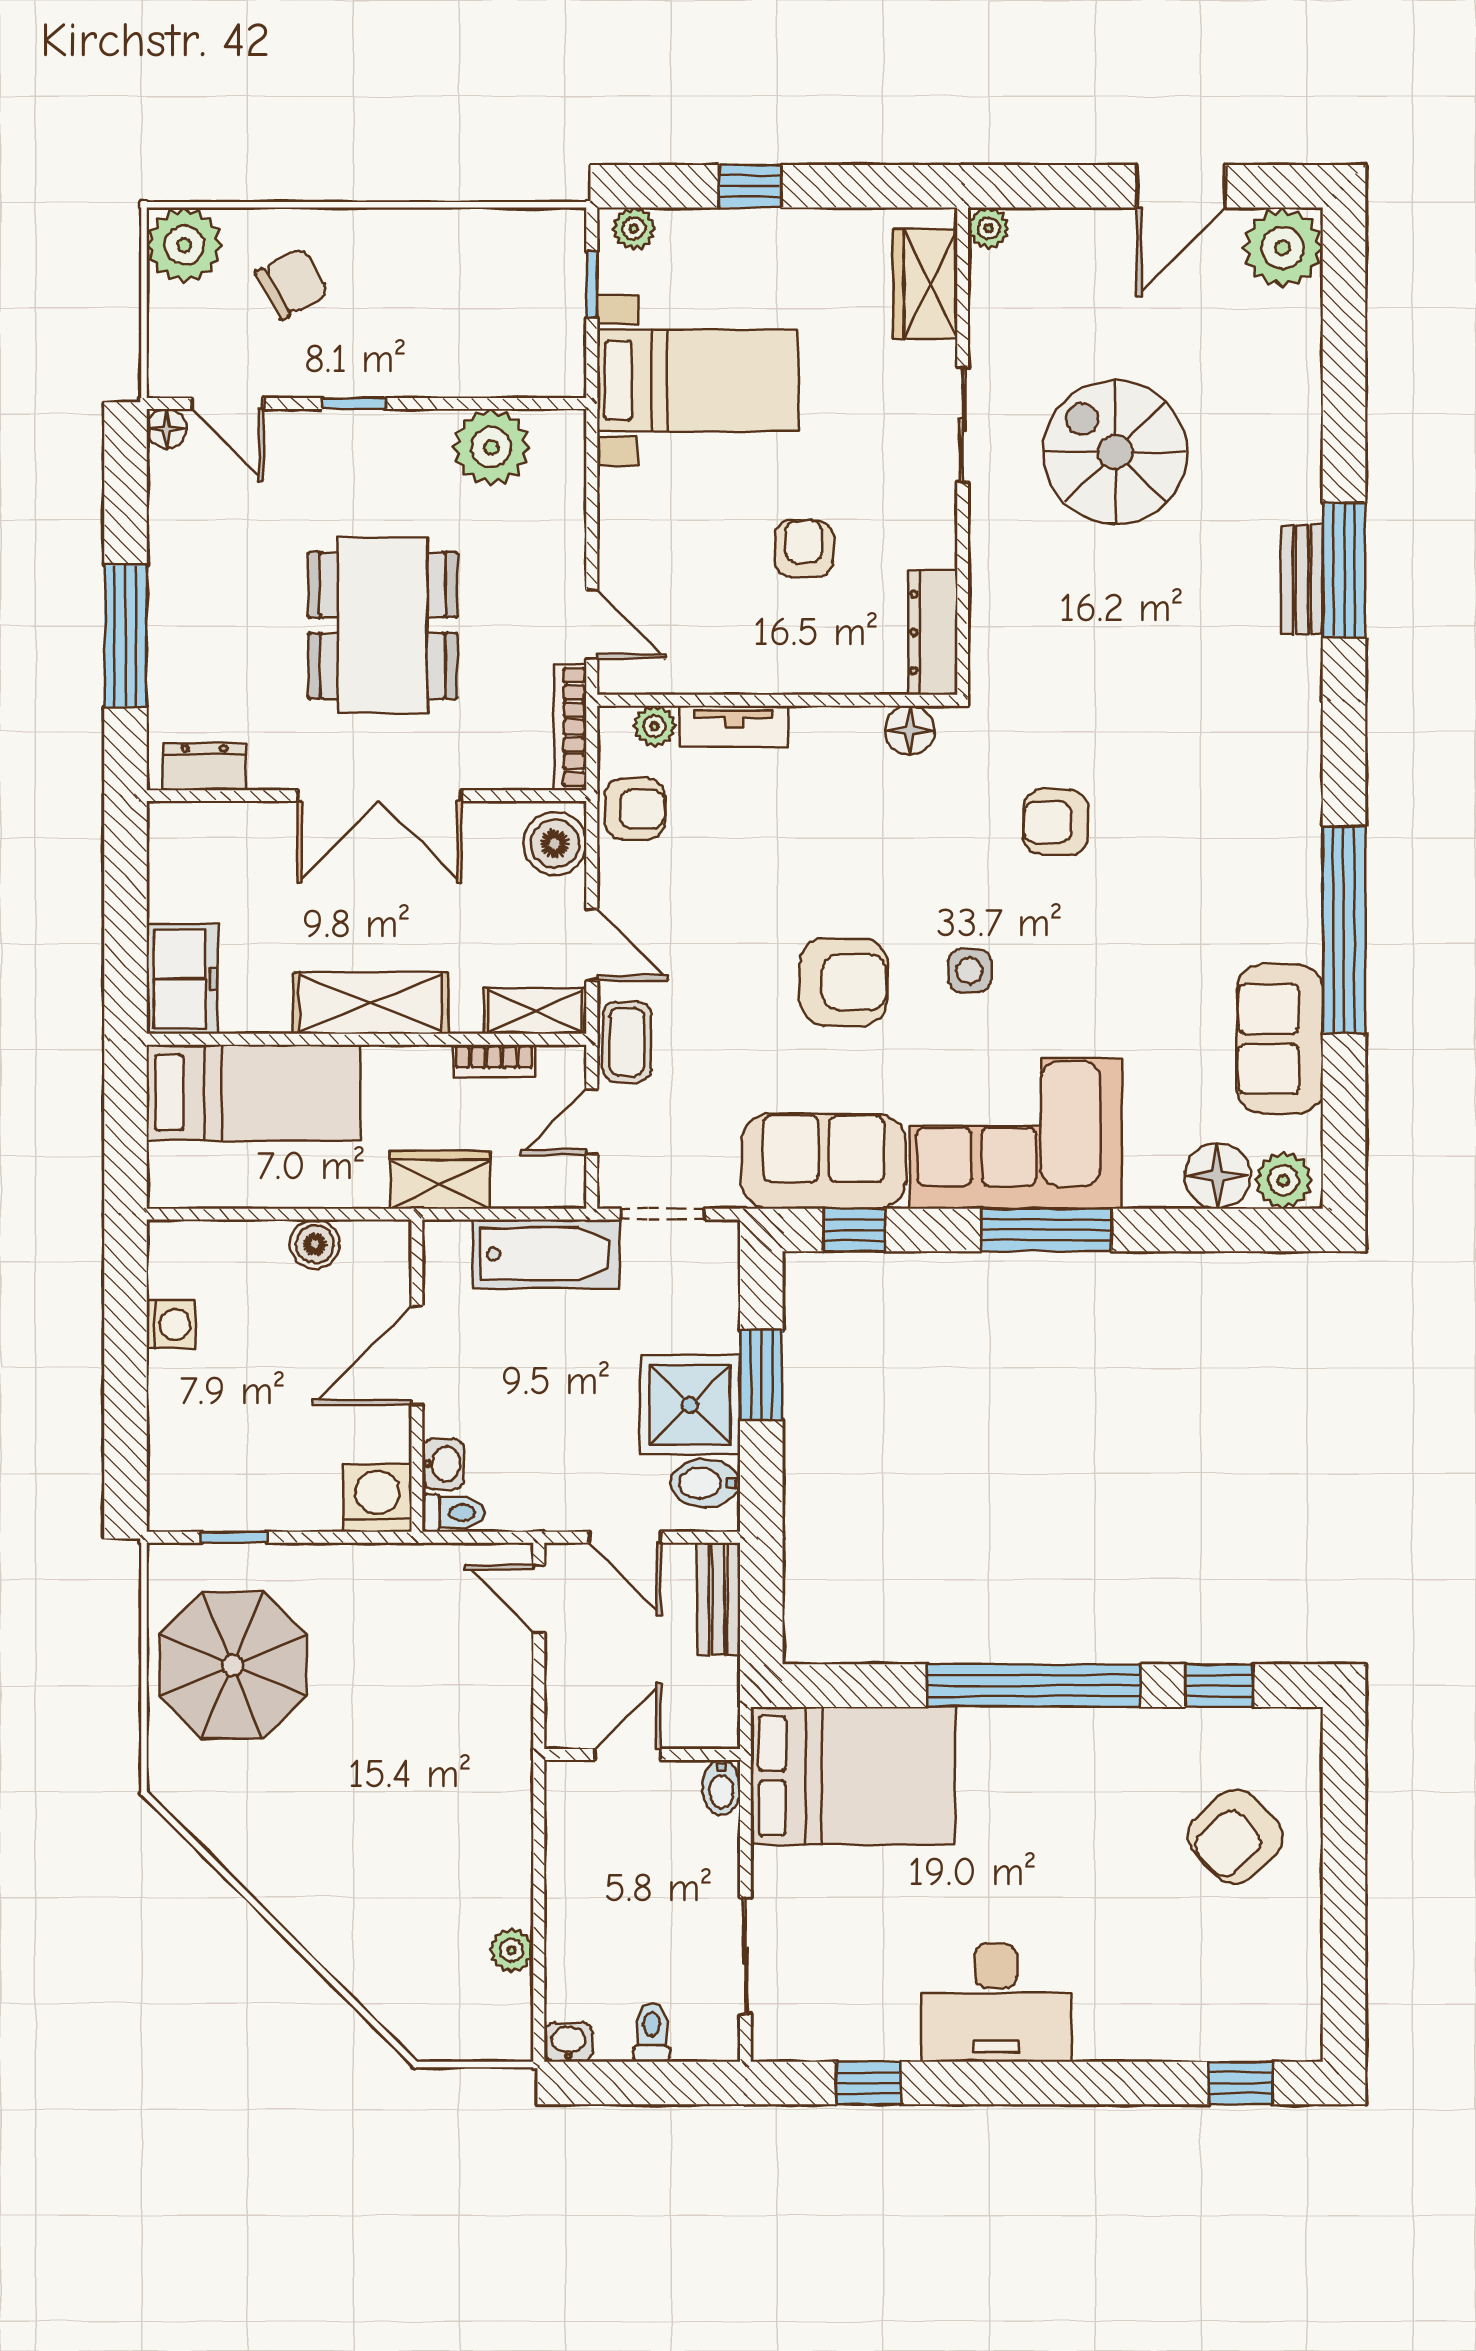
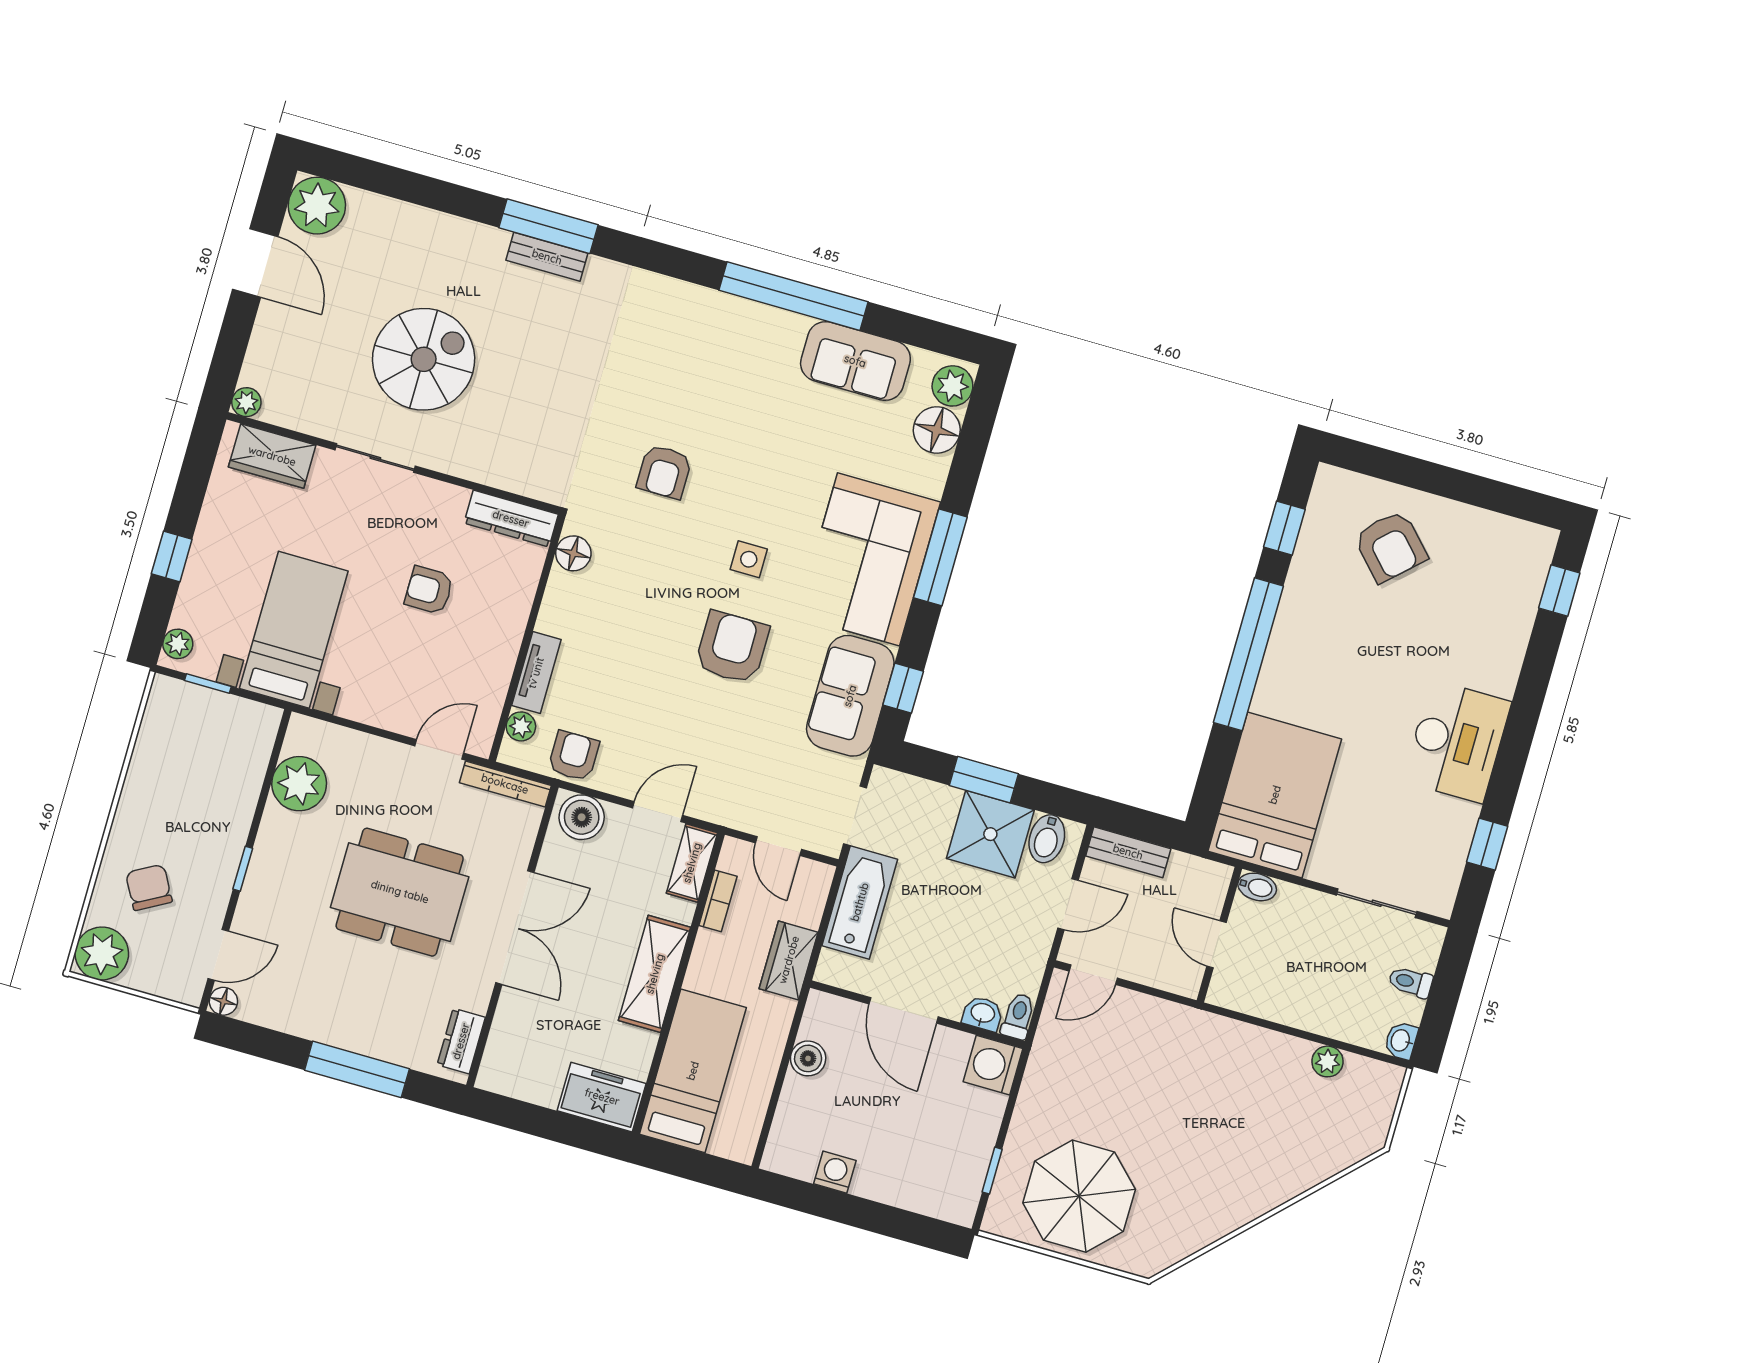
spiral stairs: (1115, 452) -> (424, 359), turned 180
coffee table: (627, 1042) -> (731, 806), removed

